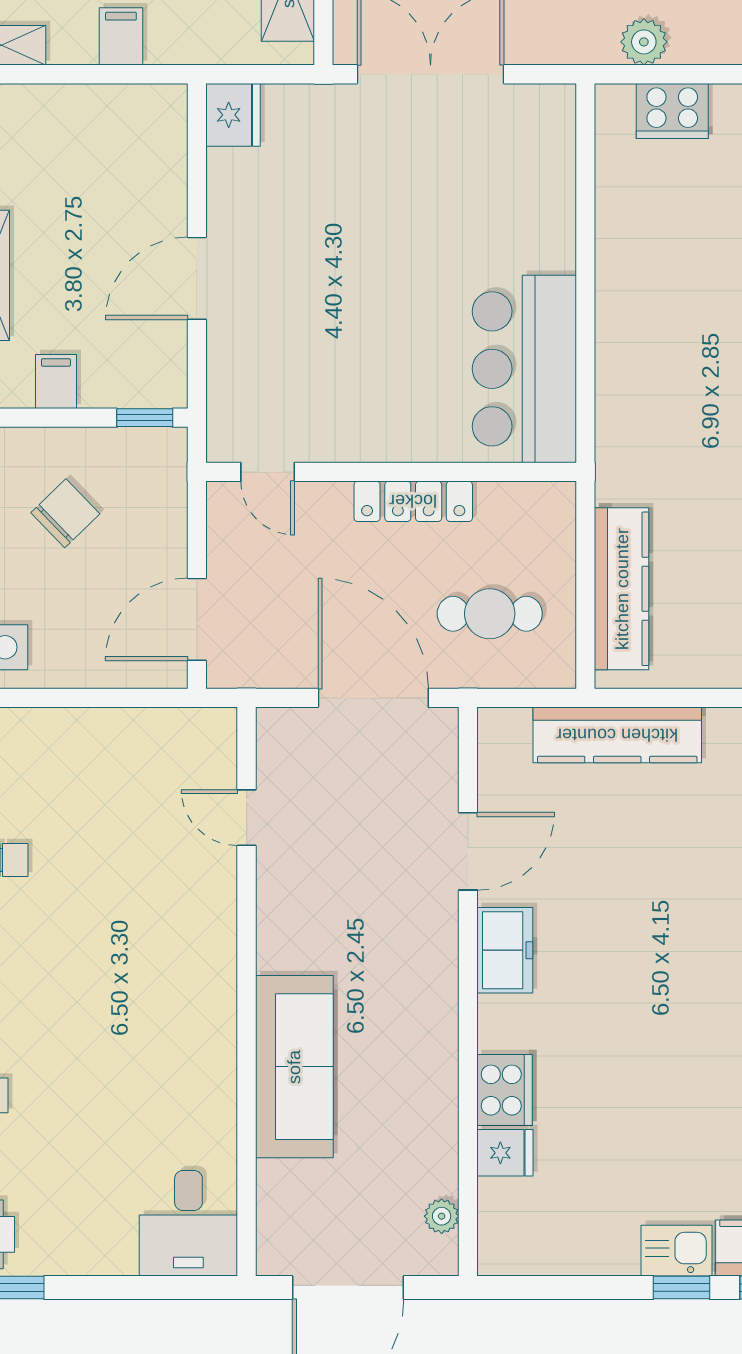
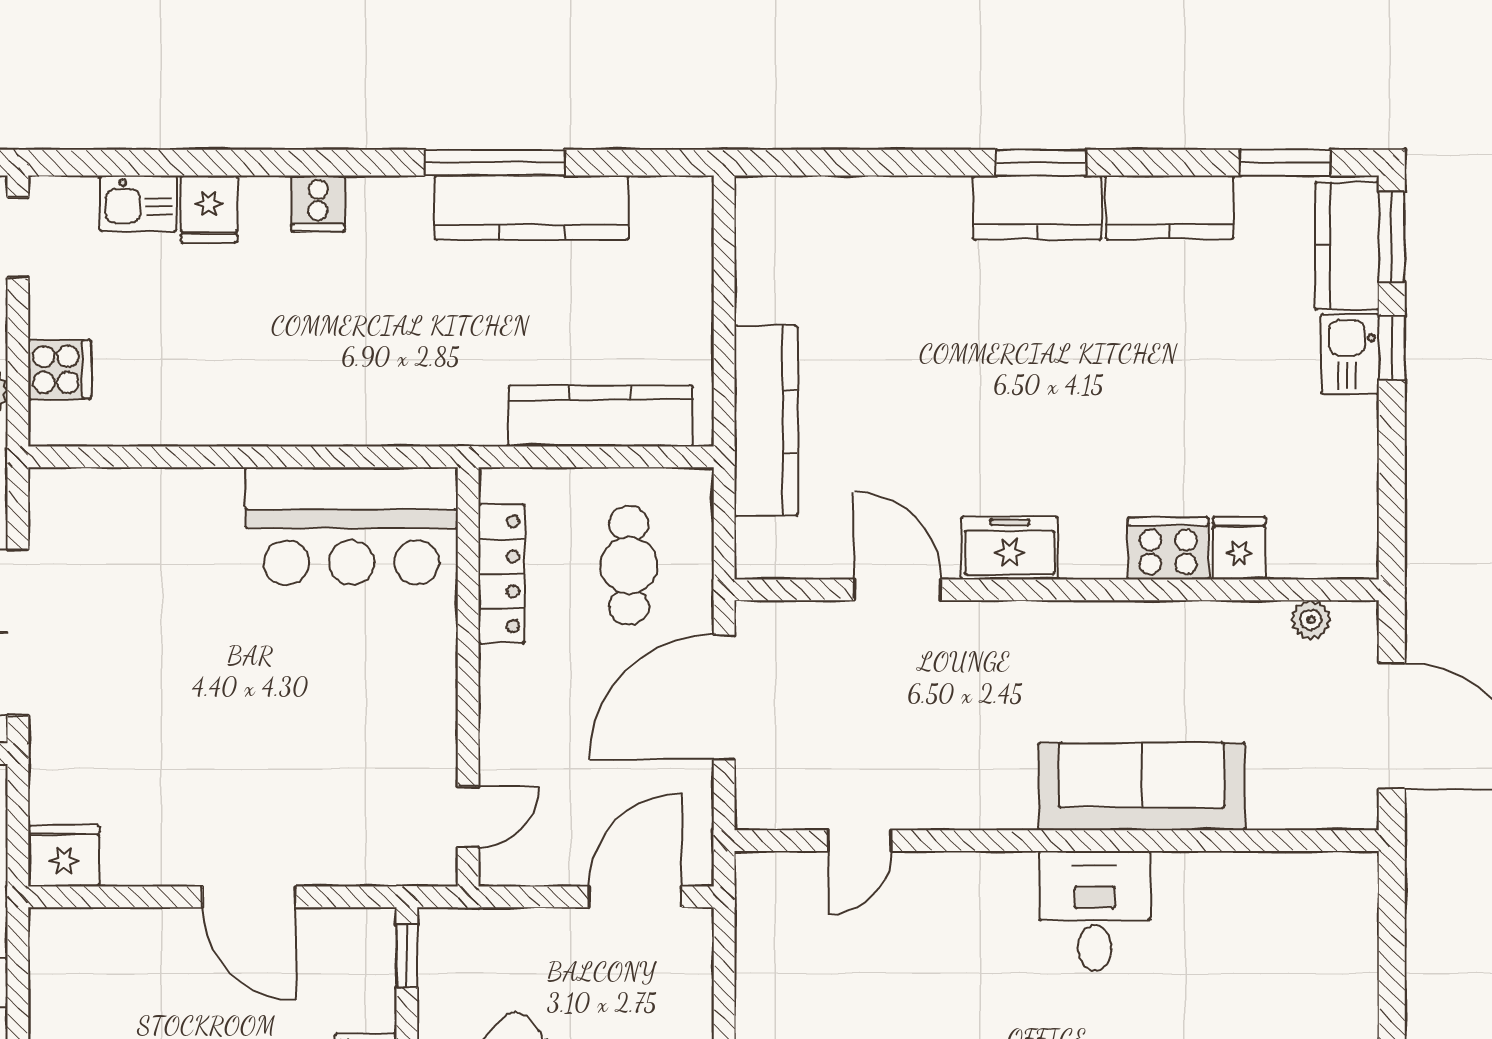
cooker: (672, 111) -> (60, 369), width x0.73
locker: (413, 501) -> (502, 574), moved
door: (197, 619) -> (635, 897), swing flipped
desk: (188, 1223) -> (1095, 911), moved, turned -90

